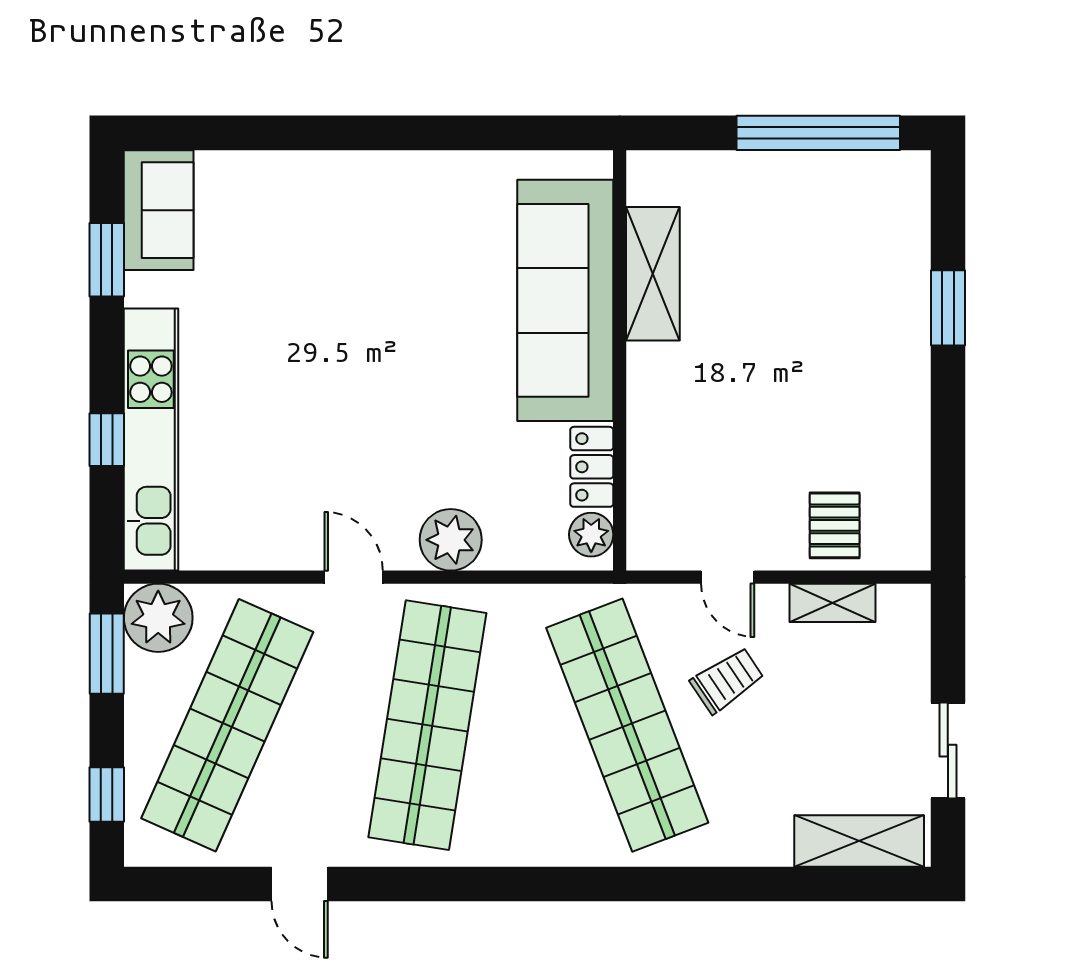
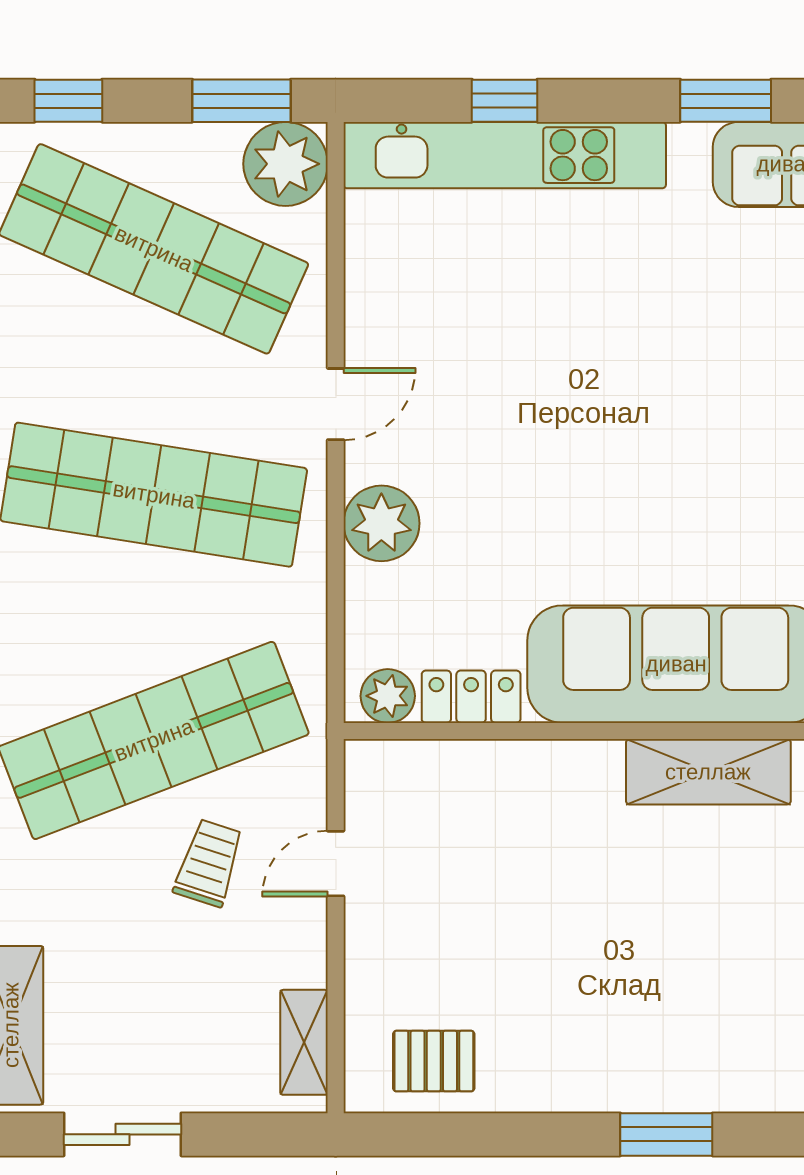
pallet: (835, 525) -> (434, 1061), moved
shelving: (832, 603) -> (304, 1042), moved
trolley: (727, 680) -> (209, 863), turned -128

